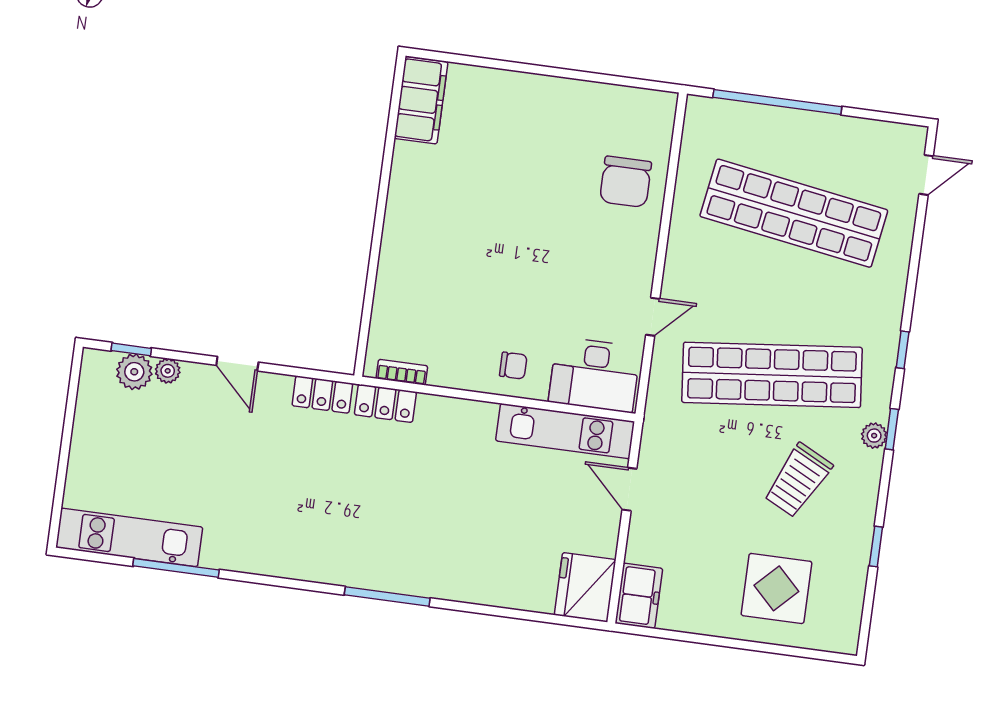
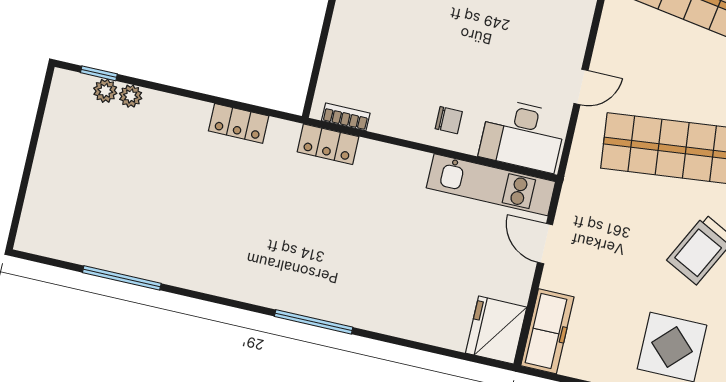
door: (237, 364) -> (195, 95), removed
plant: (134, 372) -> (105, 91), width x0.73, depth x0.73
locker: (322, 395) -> (239, 123), moved
kitchen unit: (129, 537) -> (81, 246), removed
freezer: (639, 596) -> (547, 331), width x1.40

